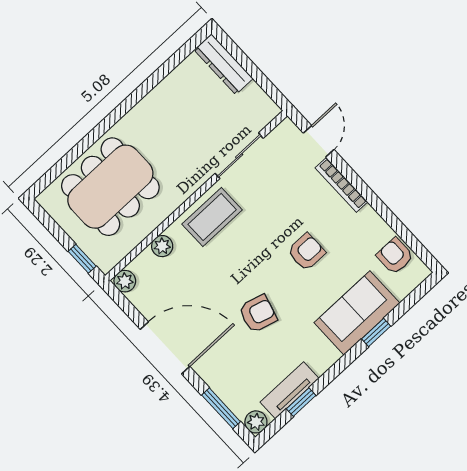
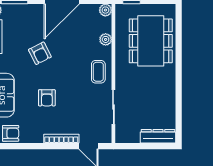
coffee table: (212, 217) -> (98, 72), width x0.73, depth x0.77
armchair: (258, 314) -> (40, 53), turned -43

